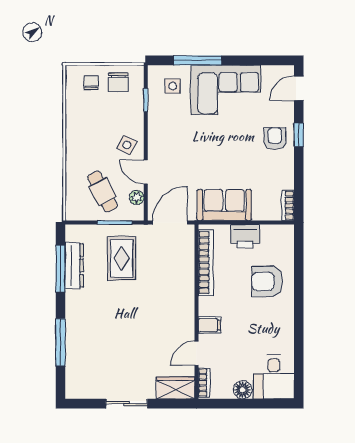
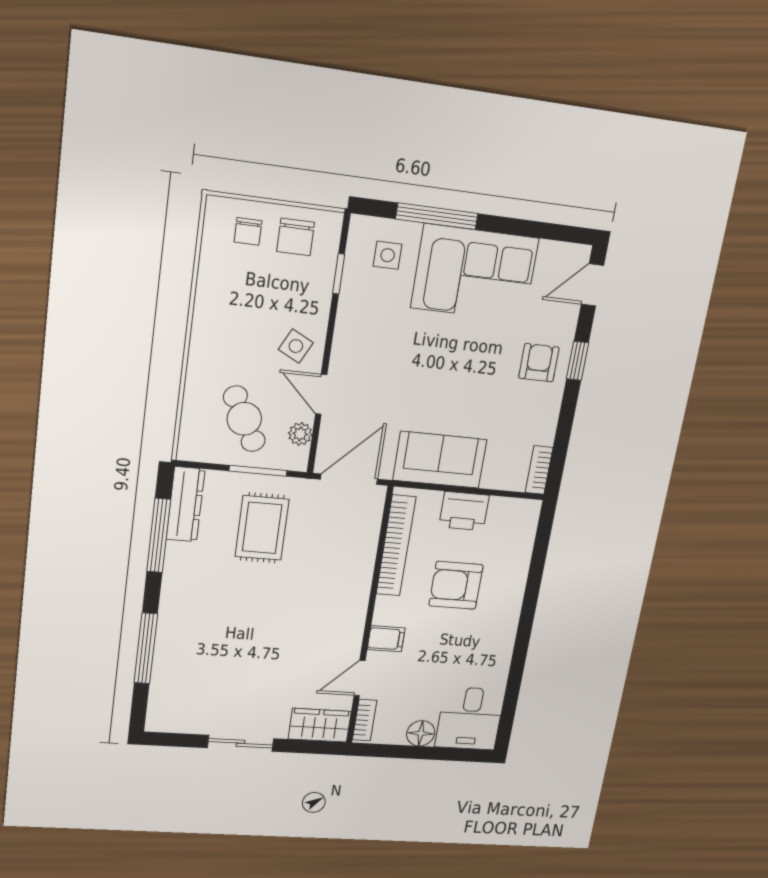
chair: (91, 83) -> (248, 231), turned 180
dresser: (74, 266) -> (186, 504), moved
armchair: (267, 281) -> (456, 585), moved

